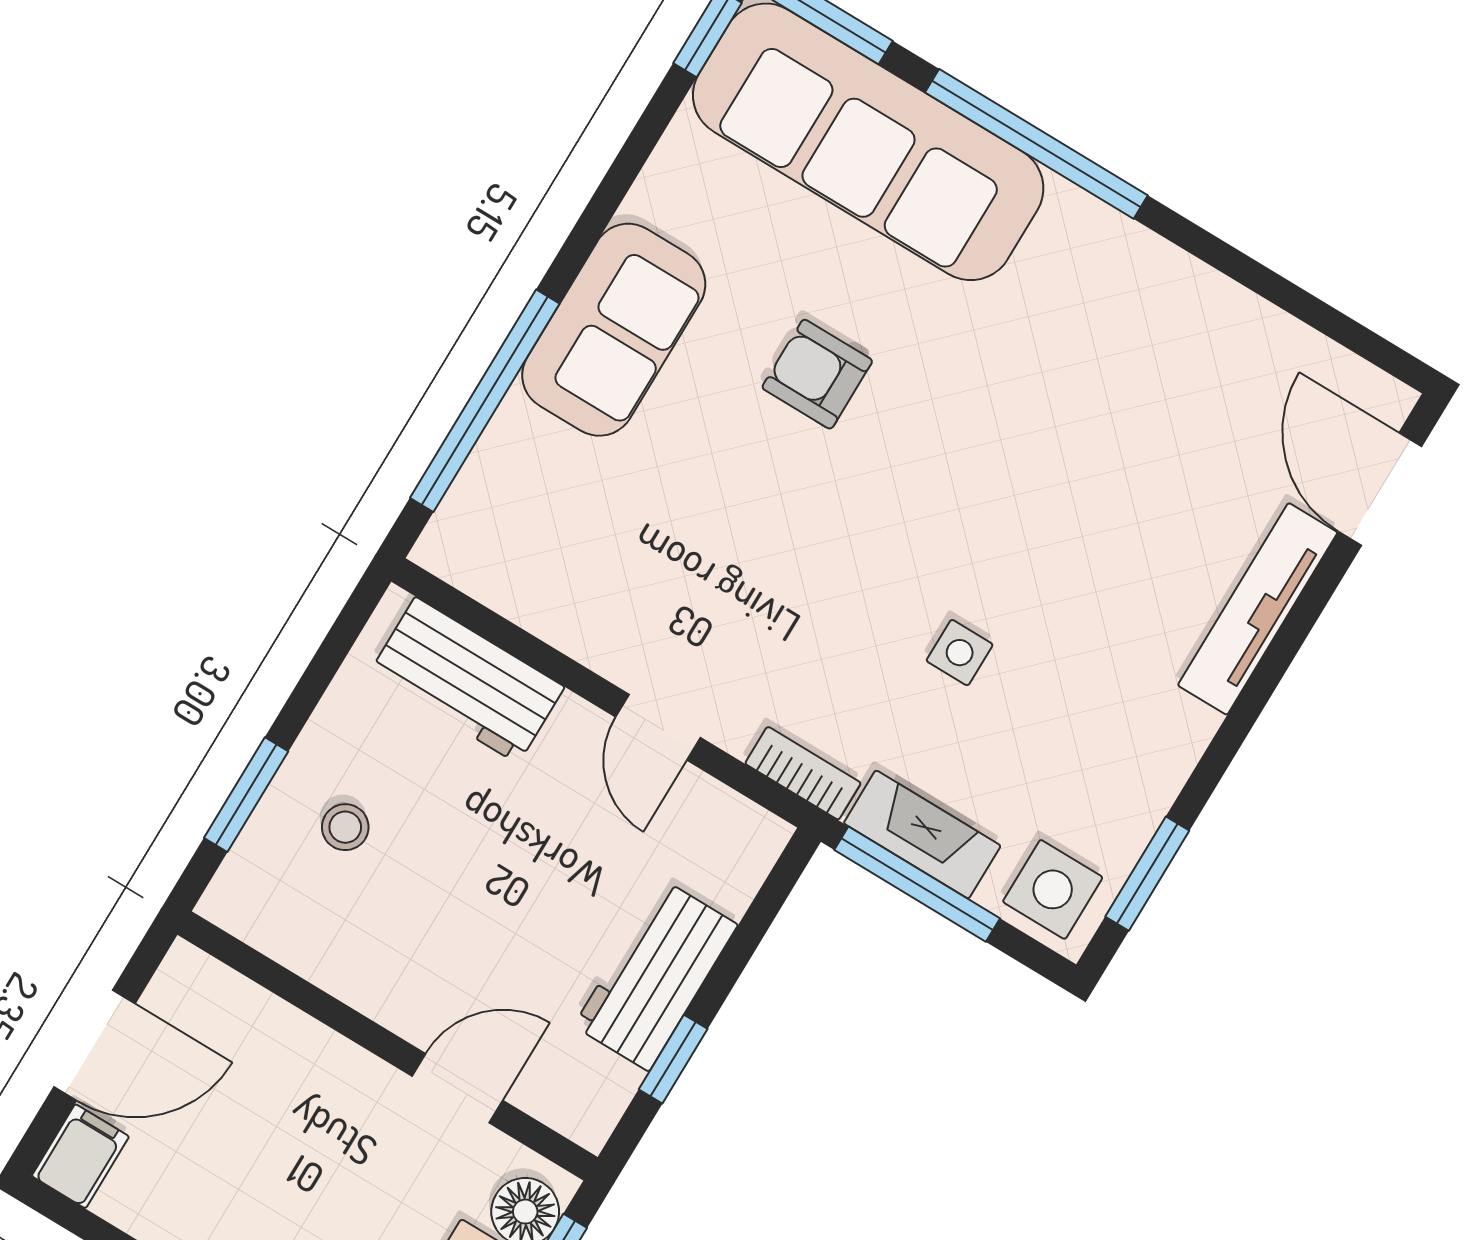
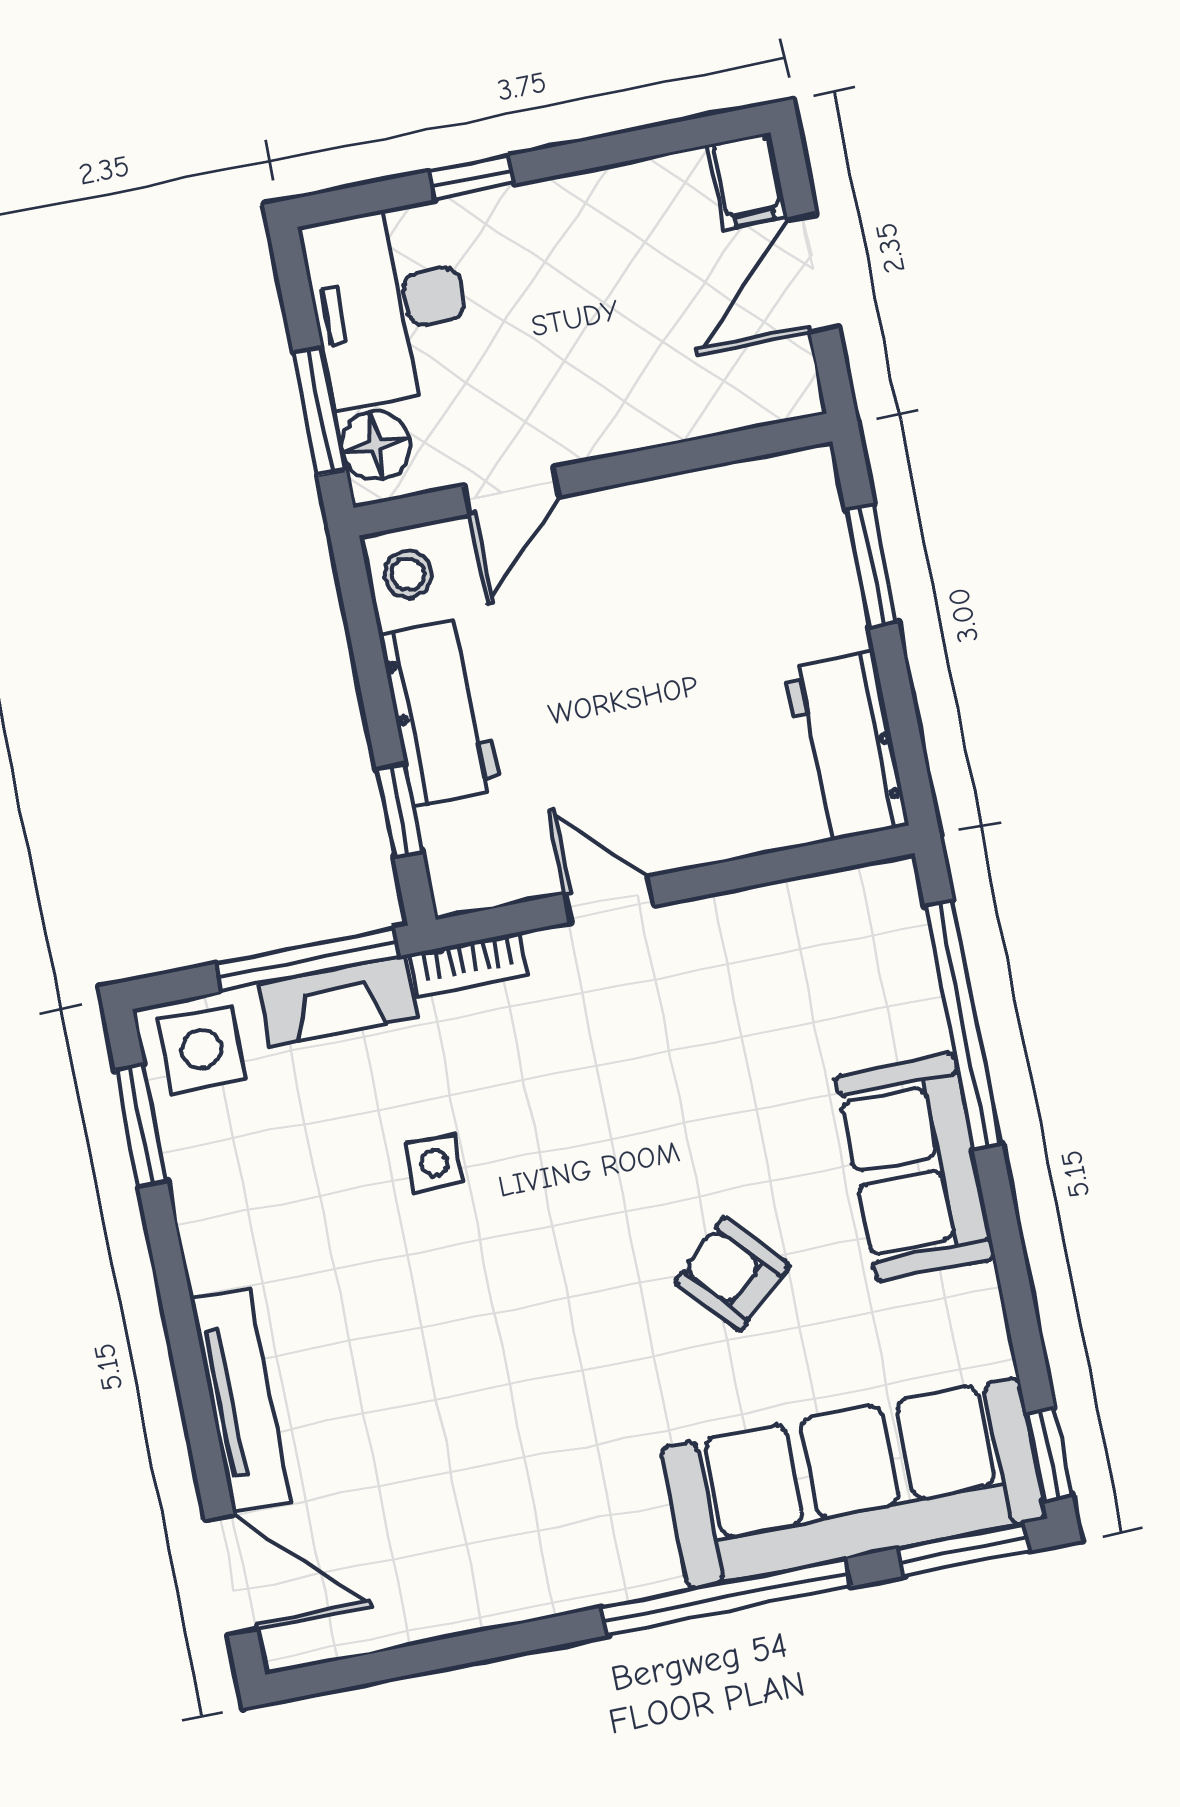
armchair: (817, 374) -> (732, 1274), turned -132
workbench: (467, 680) -> (846, 747), moved, turned -90
stool: (345, 827) -> (408, 574), moved
window: (673, 1059) -> (399, 810), moved

